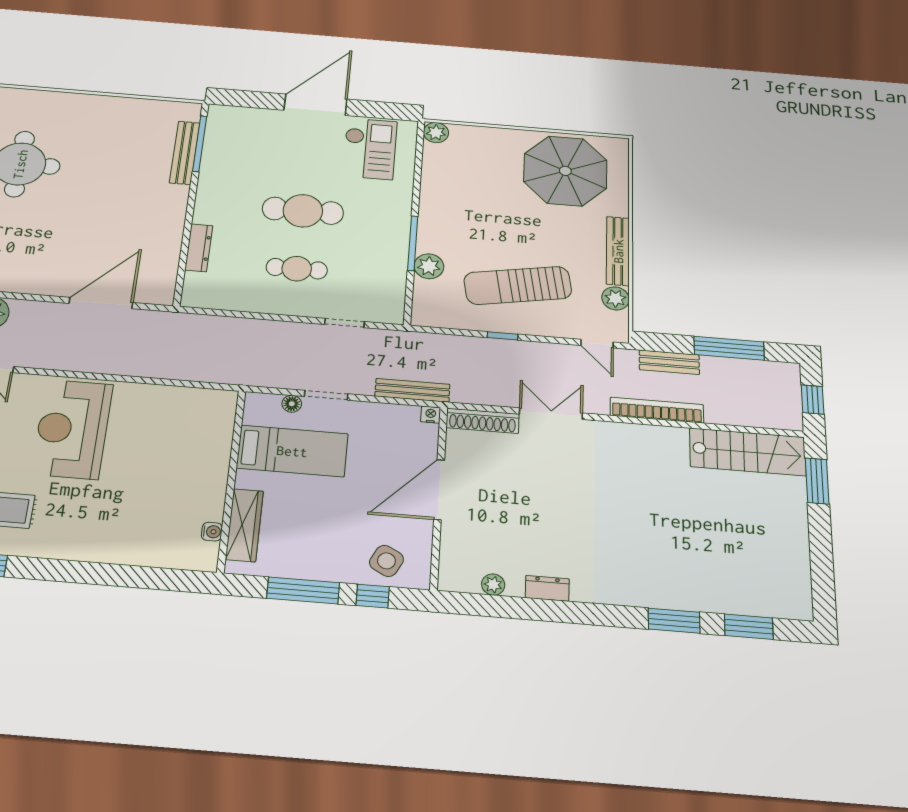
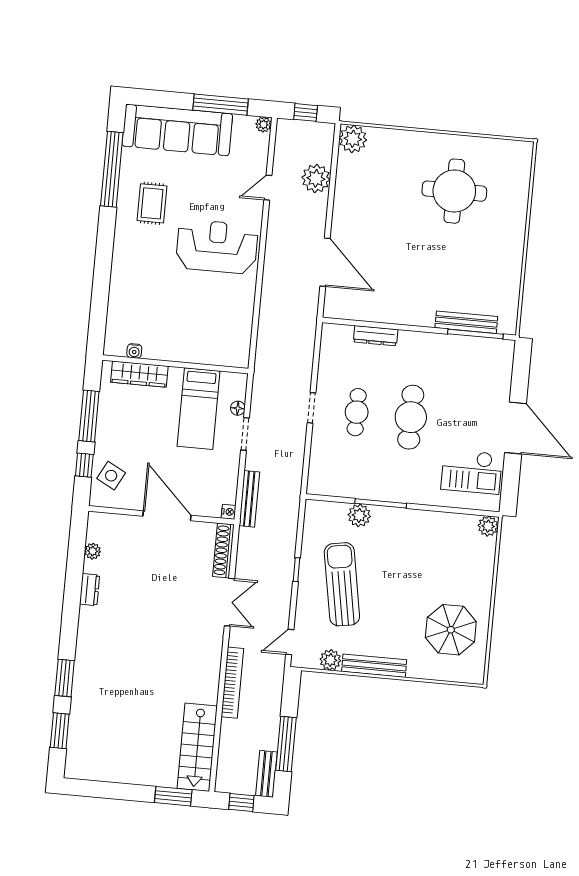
parasol: (565, 171) -> (451, 630), width x0.73, depth x0.73
doorway: (344, 323) -> (312, 408), moved
bench: (669, 362) -> (266, 774), moved

